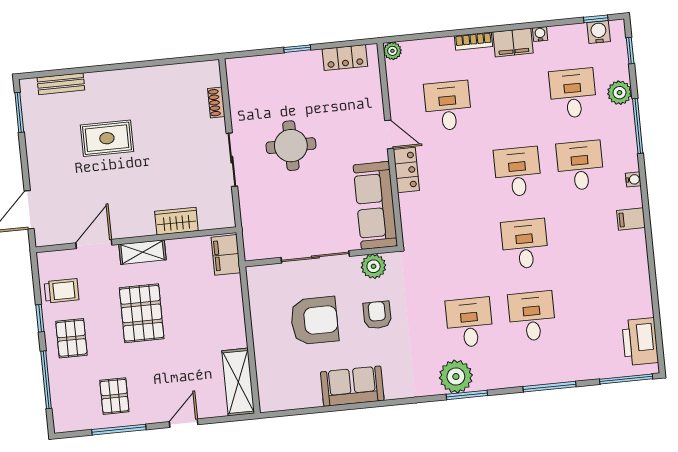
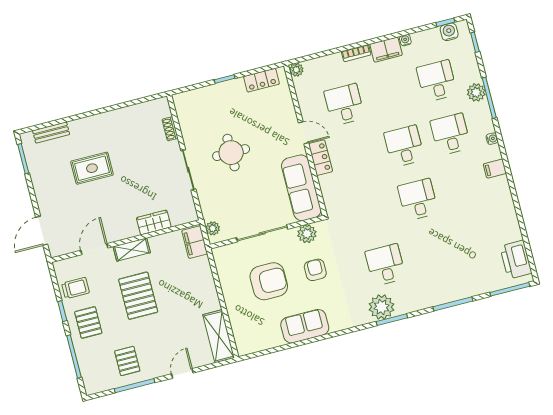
plant: (619, 93) -> (476, 92), moved
plant: (252, 241) -> (213, 228), added
desk: (532, 316) -> (432, 253), removed

